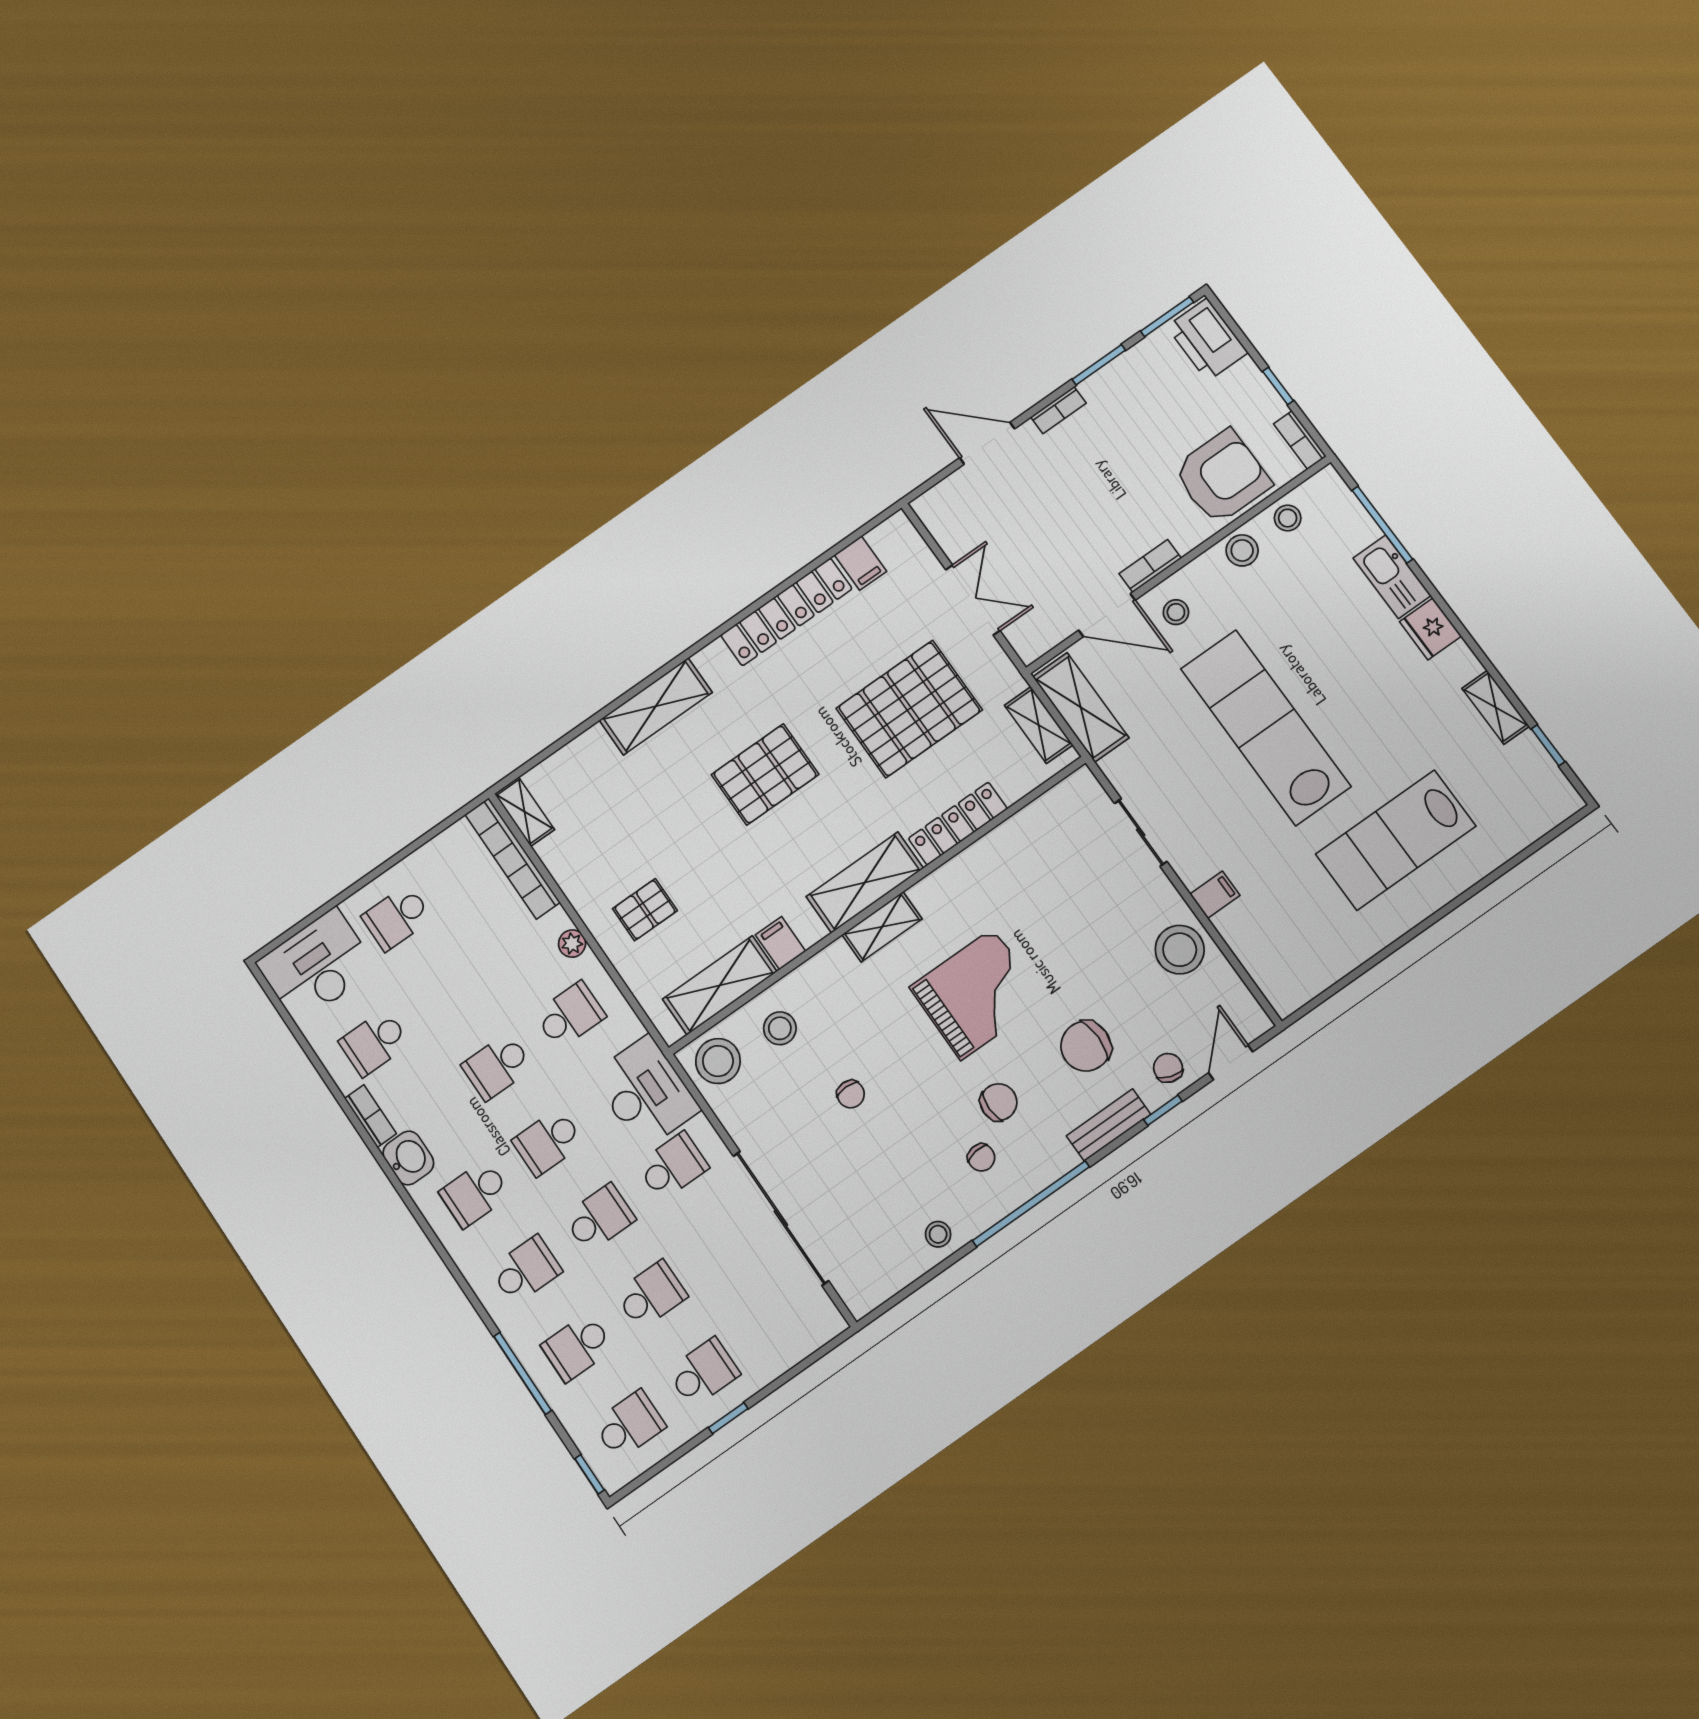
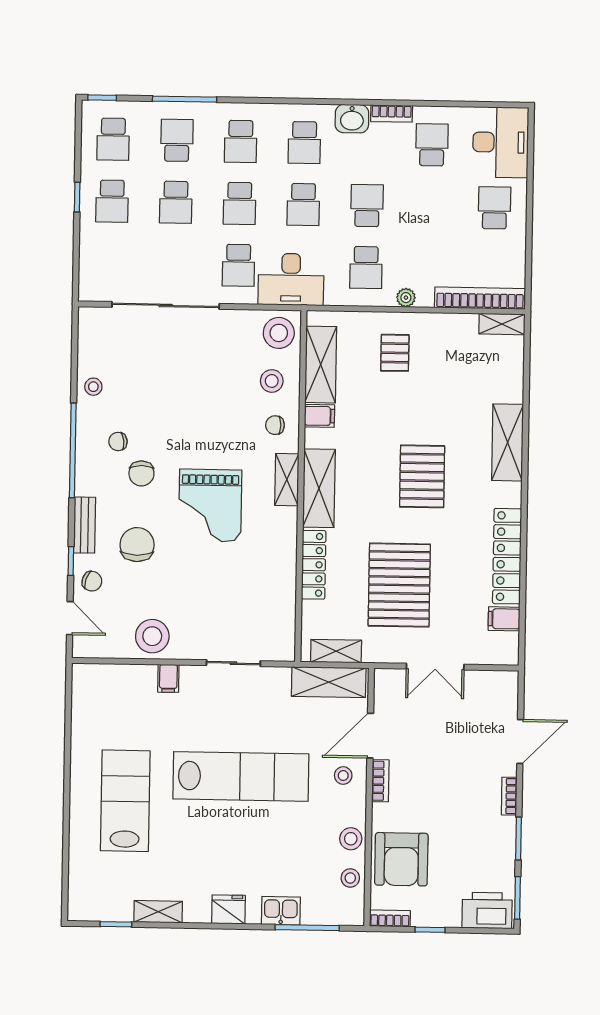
kitchen sink: (1392, 577) -> (281, 911), width x0.73
chair: (851, 1094) -> (275, 425), moved
school desk: (548, 1142) -> (303, 204), turned 180
school desk: (475, 1193) -> (304, 143), turned 180

